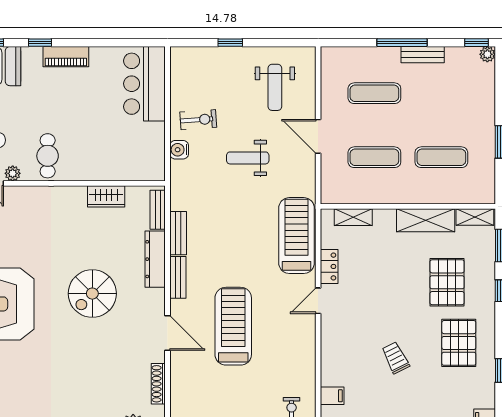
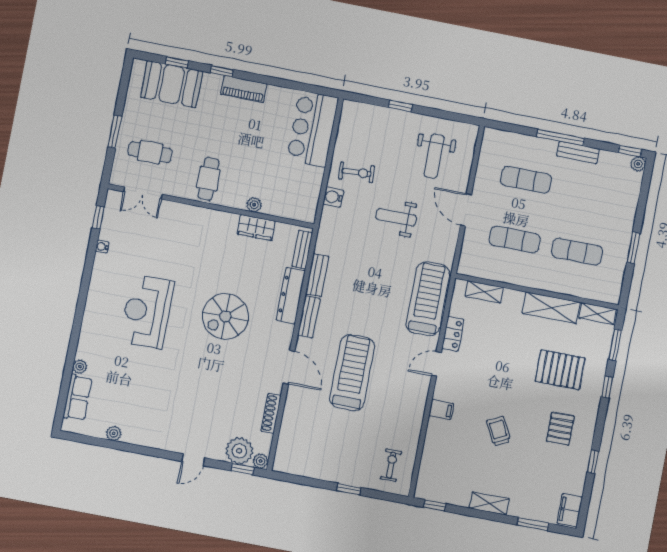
plant: (13, 173) -> (254, 205), moved
pallet: (447, 282) -> (560, 370), turned 90
pallet: (459, 343) -> (560, 429), width x0.67, depth x0.71
filing cabinet: (332, 396) -> (441, 410), moved

